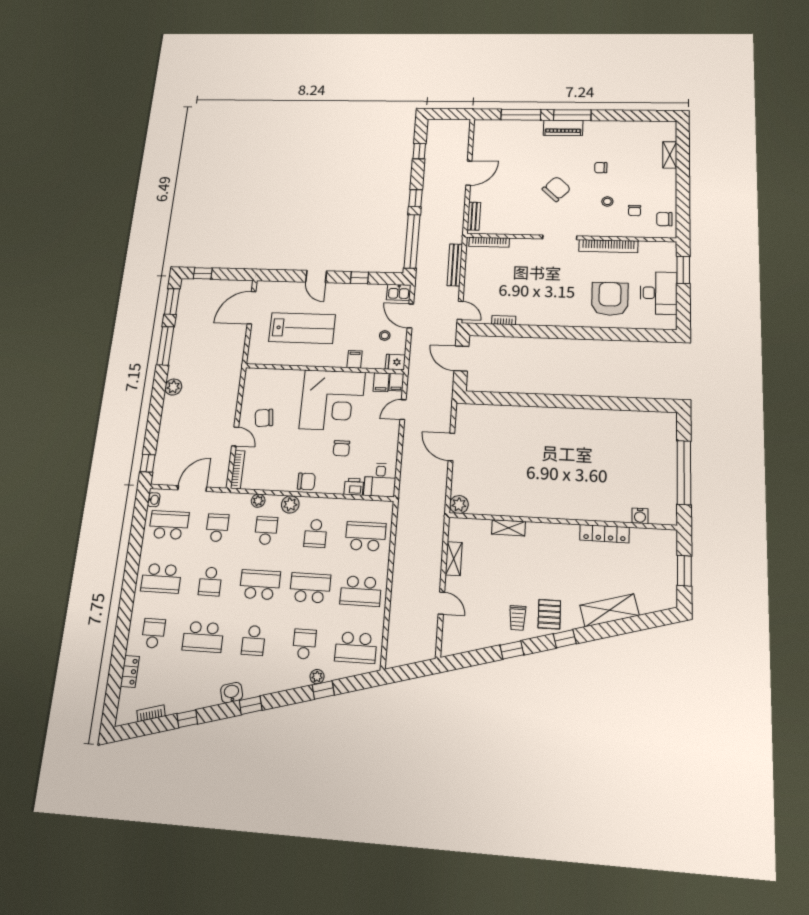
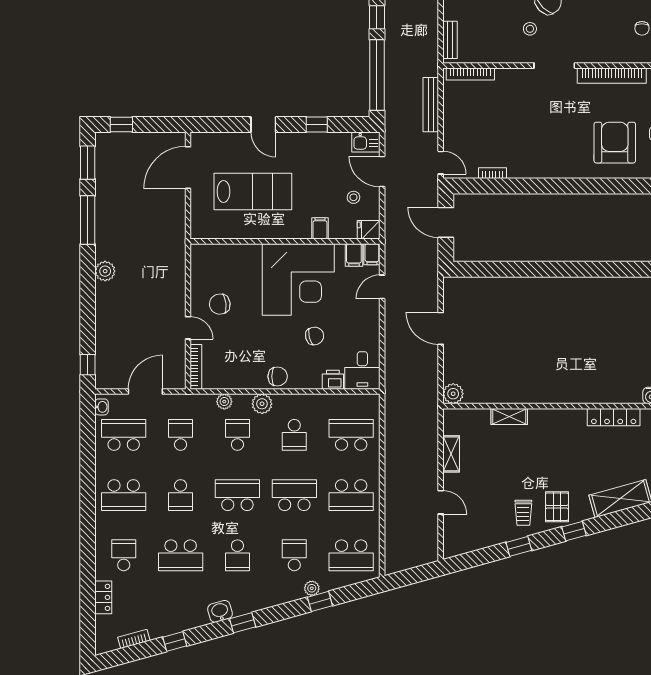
stool: (607, 201) -> (530, 29), moved
chair: (341, 448) -> (315, 336), turned -104

